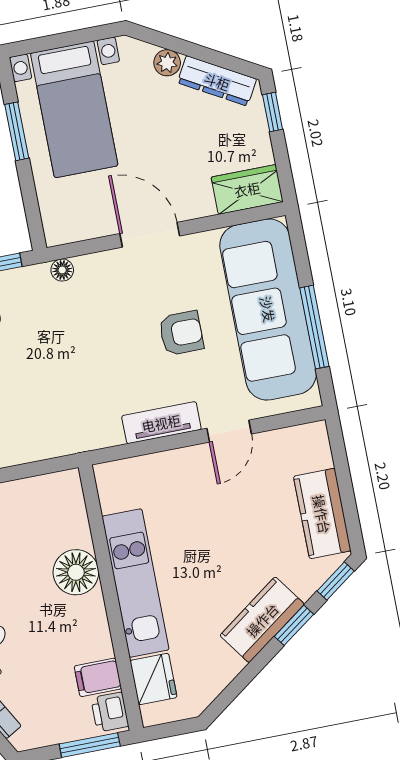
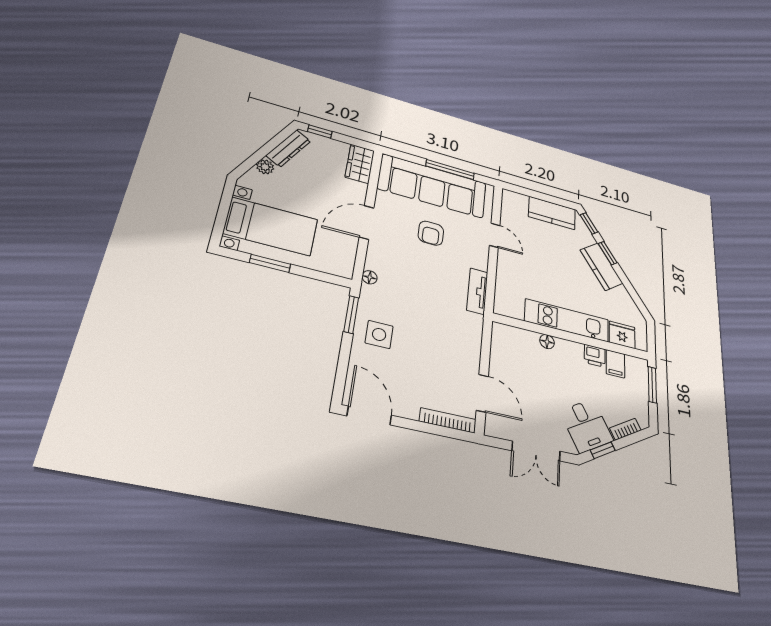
armchair: (181, 333) -> (431, 233), turned 180
tv unit: (161, 423) -> (477, 291), moved
floor lamp: (76, 572) -> (547, 342), width x0.53, depth x0.53
printer: (110, 712) -> (595, 356), moved

